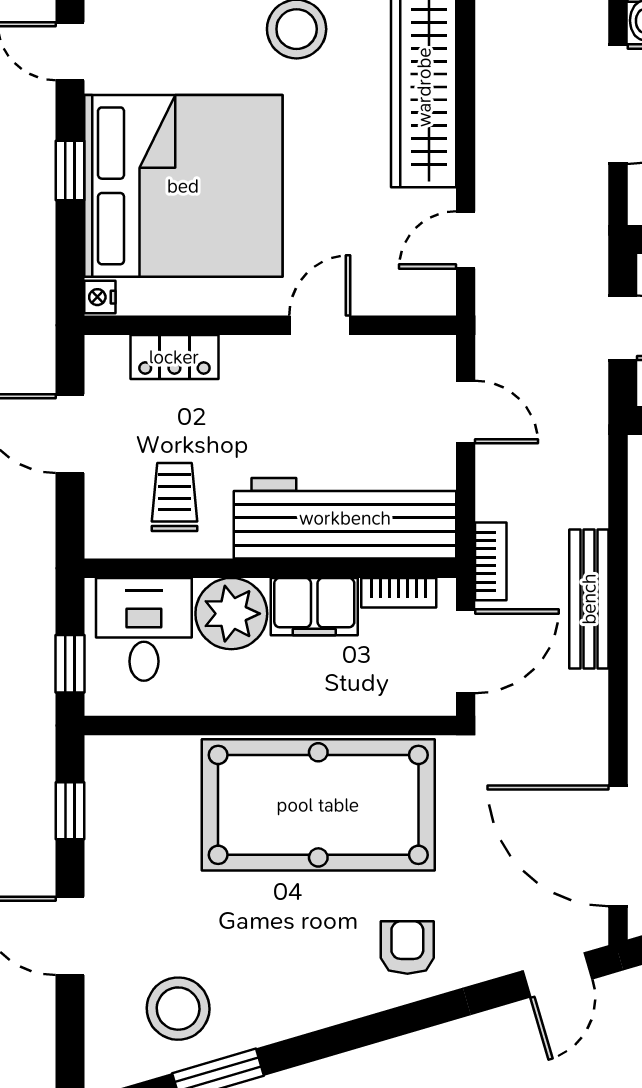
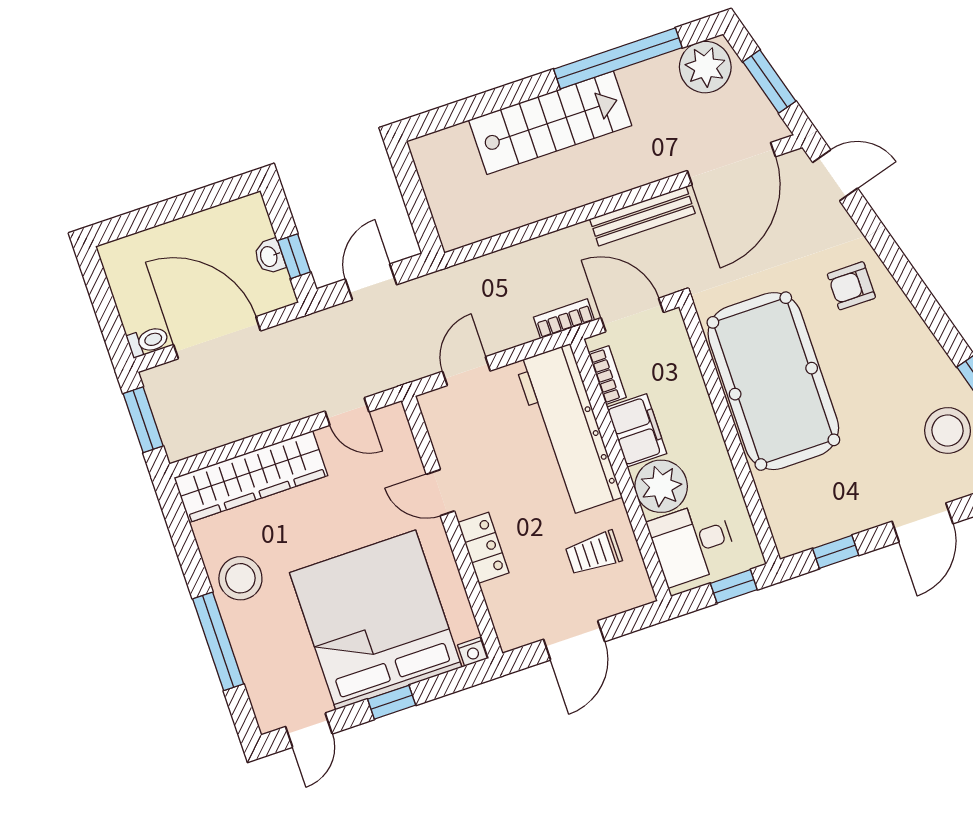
locker: (174, 357) -> (483, 548), moved
bench: (589, 599) -> (642, 216), moved

